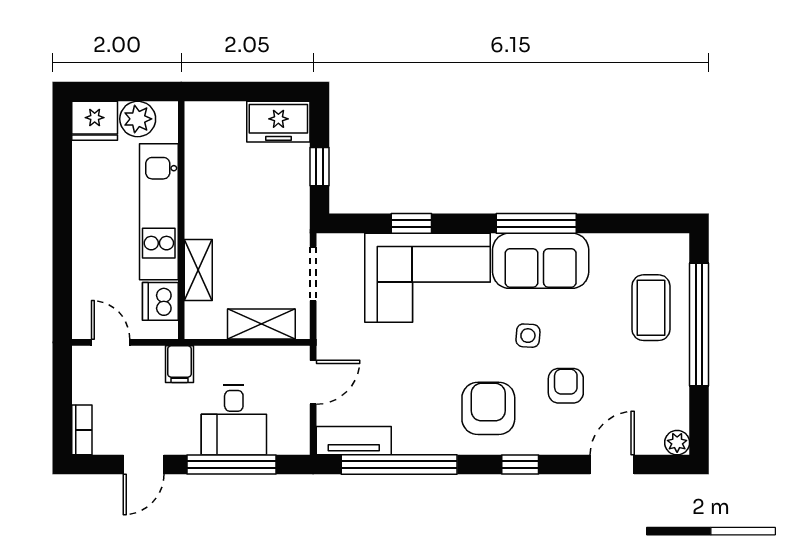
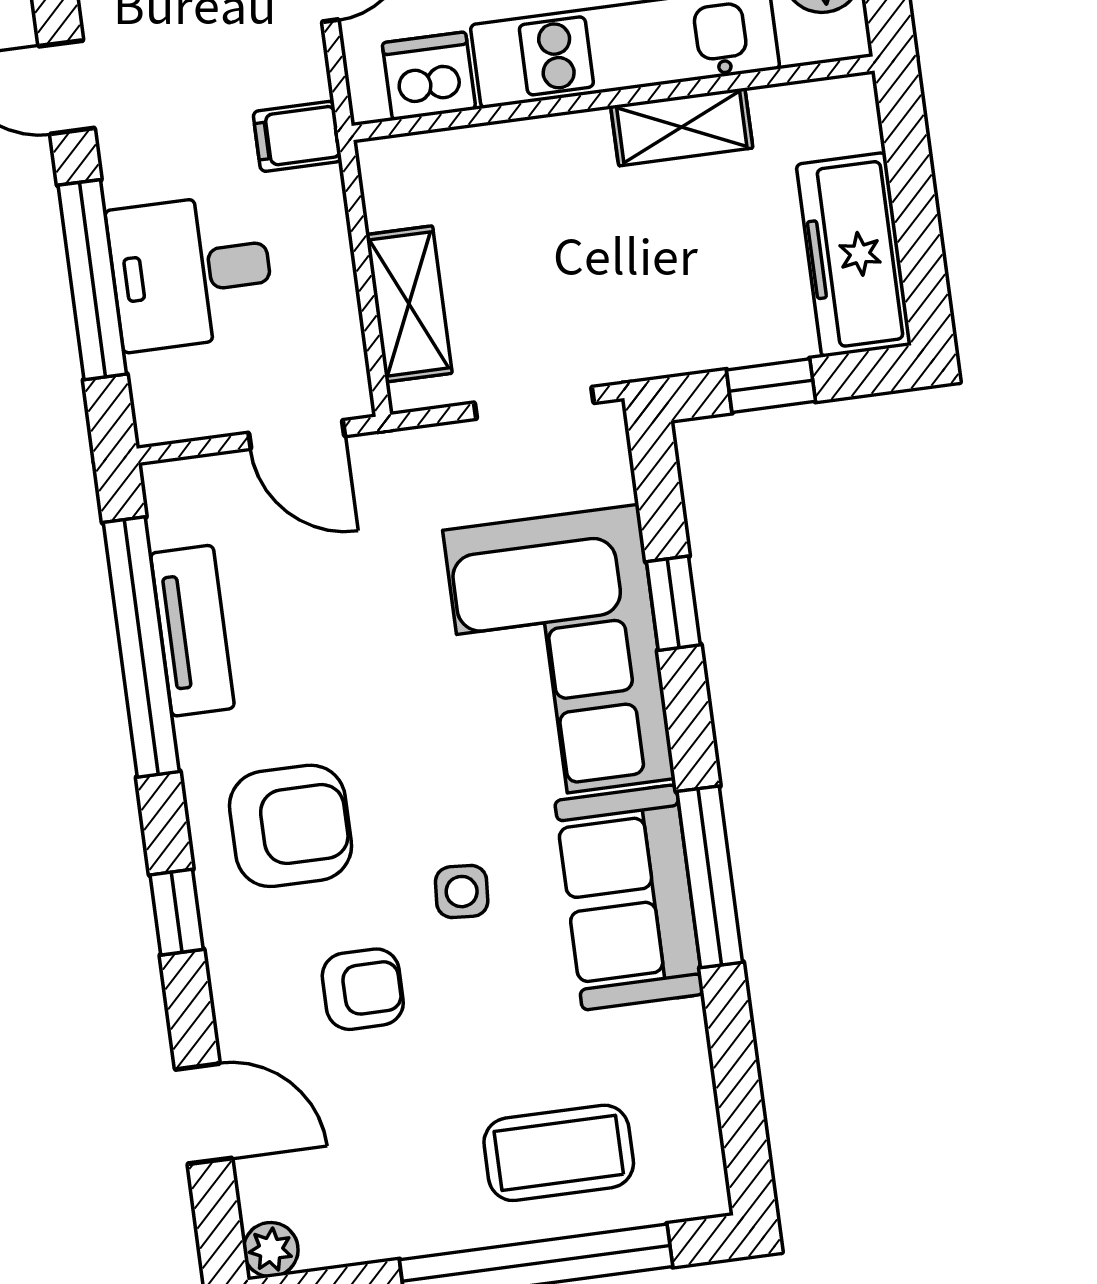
freezer: (278, 122) -> (854, 255), width x1.40
shelving: (198, 270) -> (682, 127), moved
tv unit: (354, 441) -> (192, 631), moved

